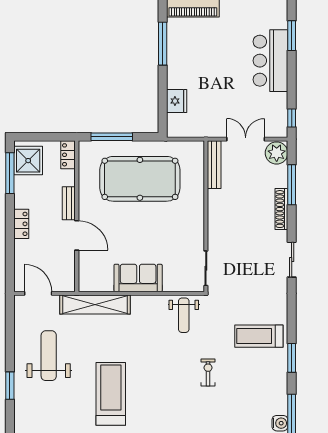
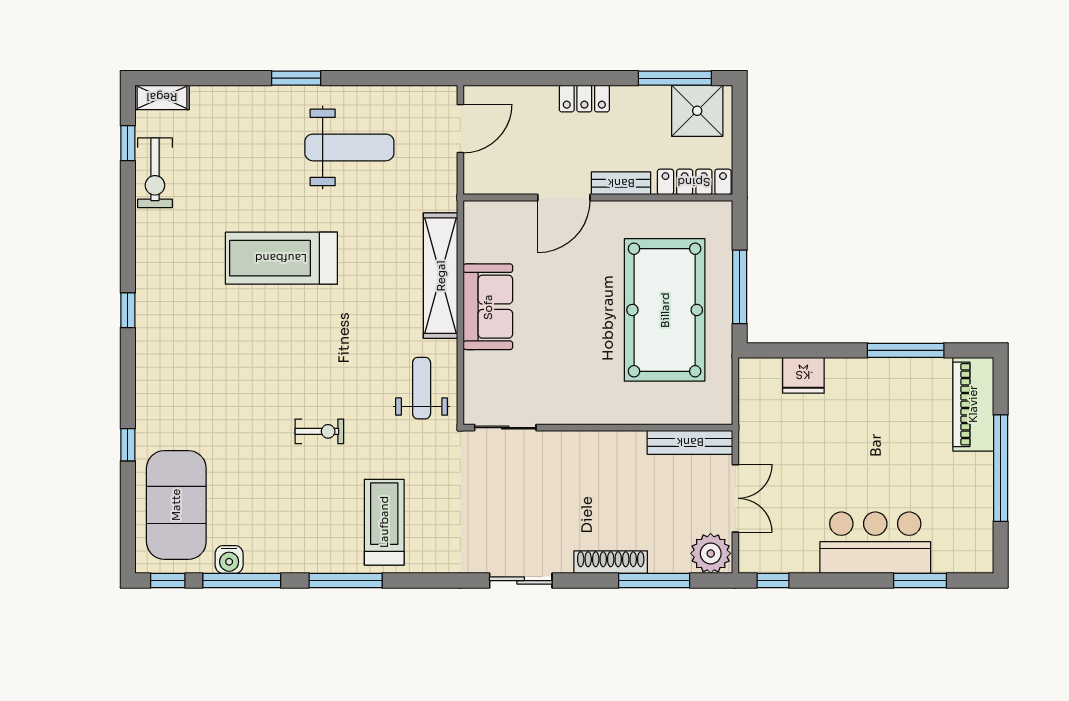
window: (112, 137) -> (740, 287), moved
locker: (68, 155) -> (694, 182), width x1.53
shelving: (95, 305) -> (441, 276), moved
weight bench: (184, 315) -> (422, 388), turned 90
window: (292, 358) -> (346, 581), width x1.44
treadmill: (111, 394) -> (281, 258), turned 180

